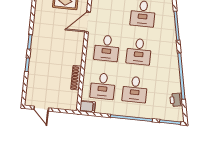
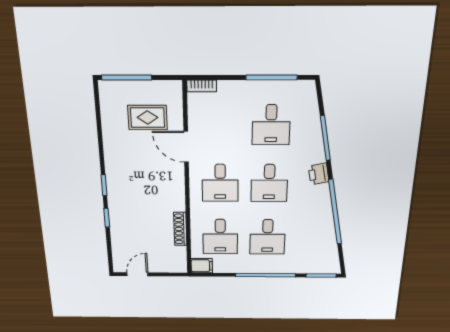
door: (87, 22) -> (186, 147), hinge flipped
printer: (176, 100) -> (319, 174), moved
door: (41, 109) -> (137, 274), swing flipped

